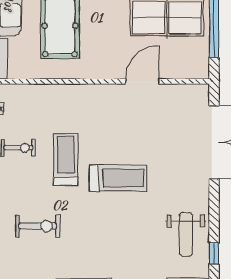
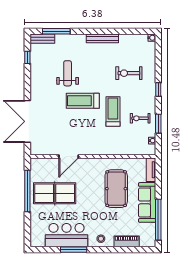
treadmill: (66, 160) -> (113, 111), turned 180
weight bench: (186, 234) -> (68, 73), moved

